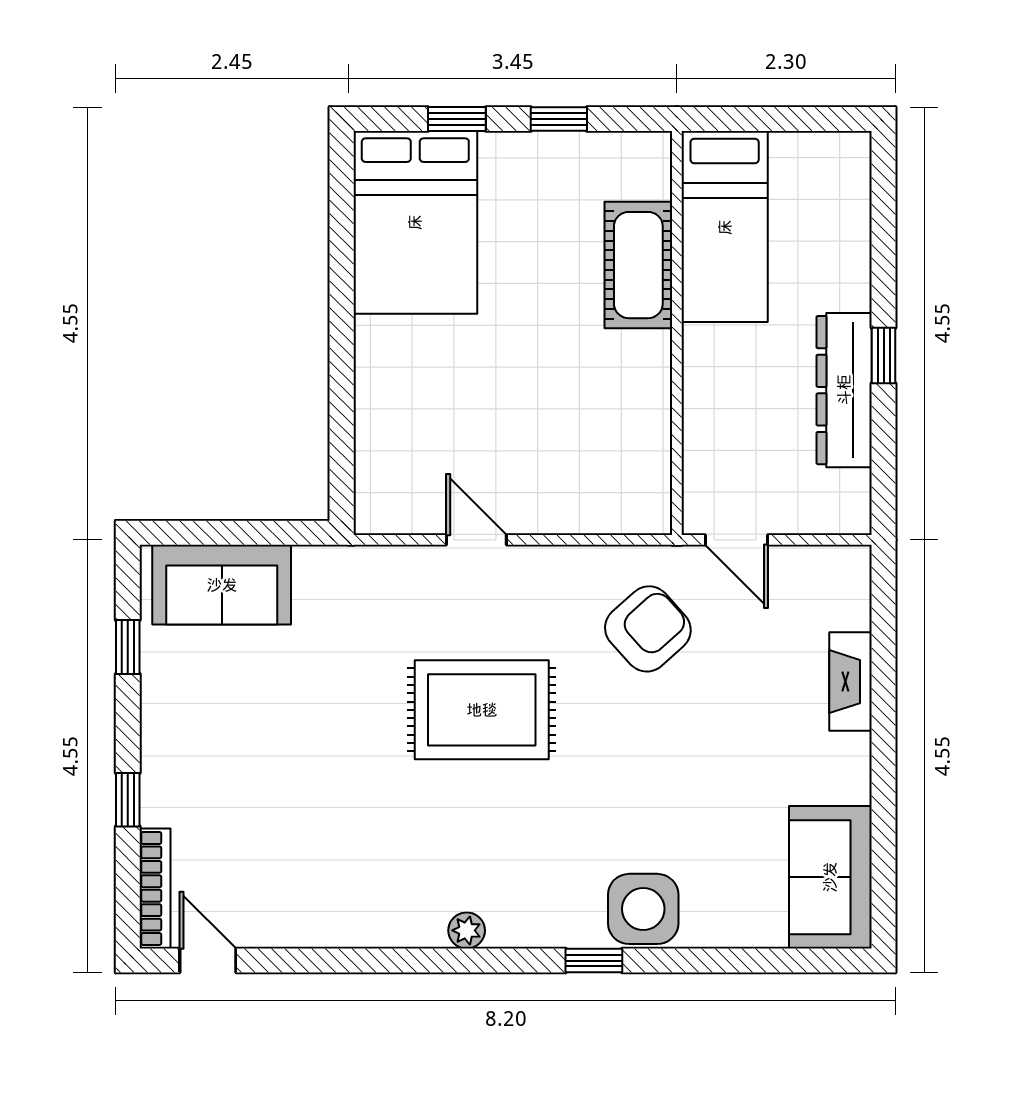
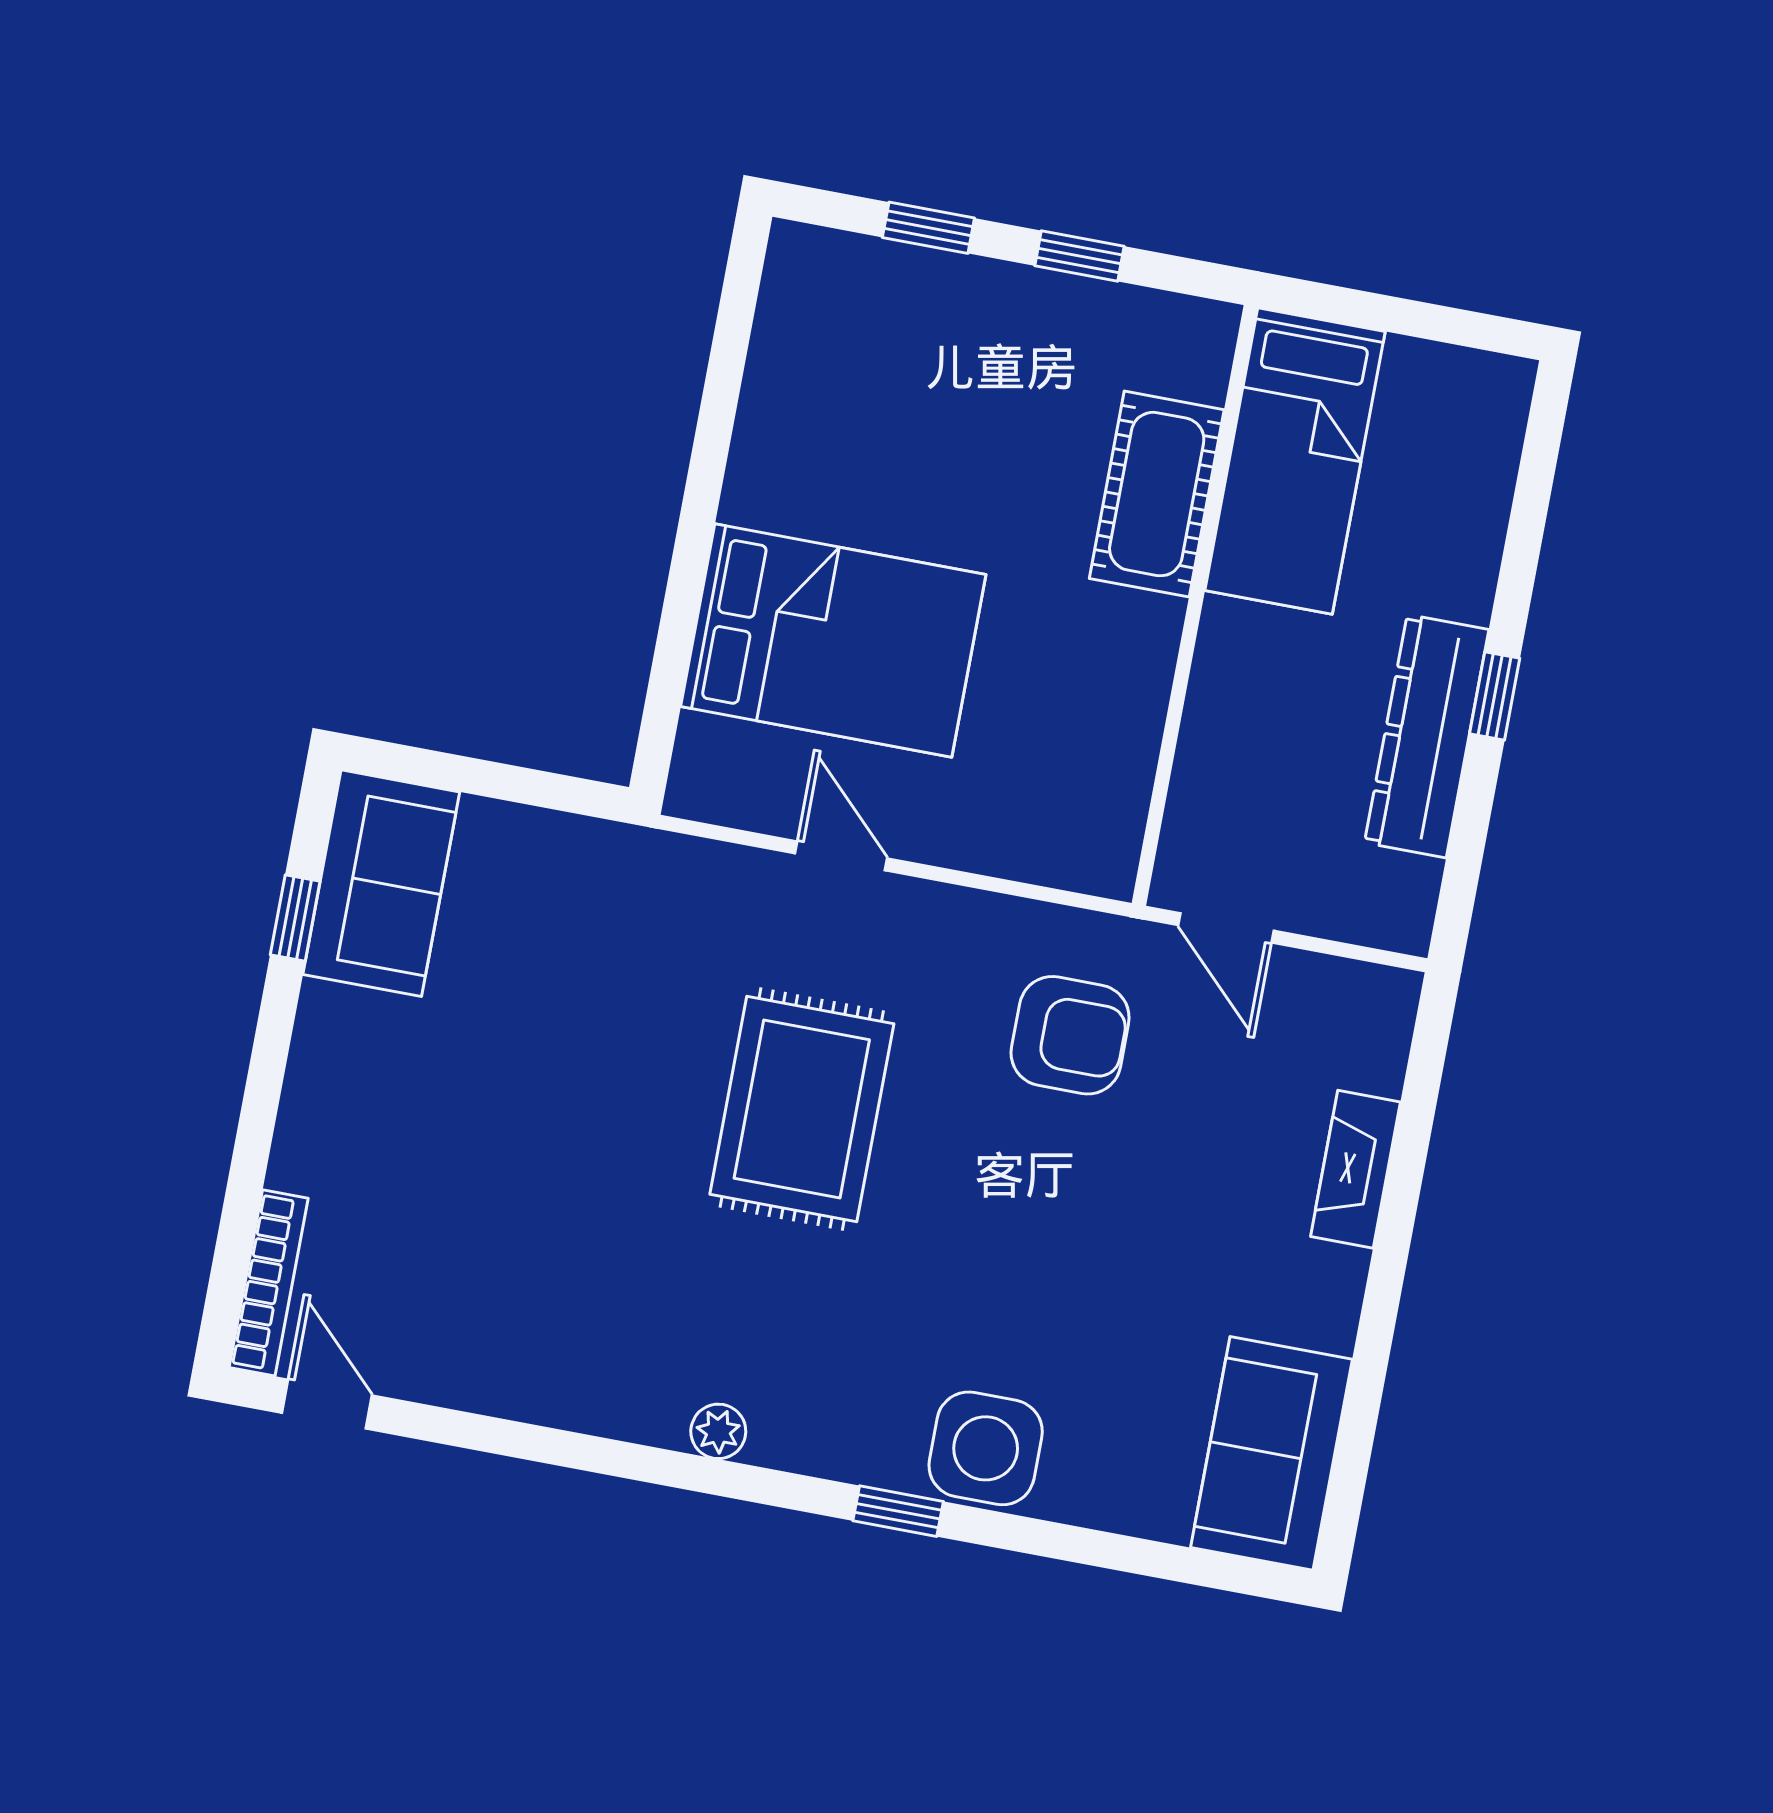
bed: (415, 222) -> (833, 640), moved, turned -90
sofa: (222, 585) -> (381, 883), moved, turned -90
armchair: (648, 629) -> (1070, 1035), turned 42
rug: (482, 710) -> (802, 1109), turned 90
window: (128, 800) -> (253, 1144), removed

